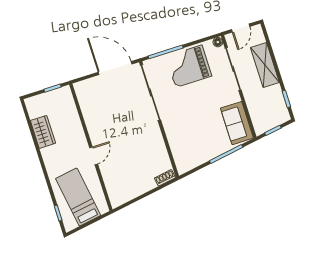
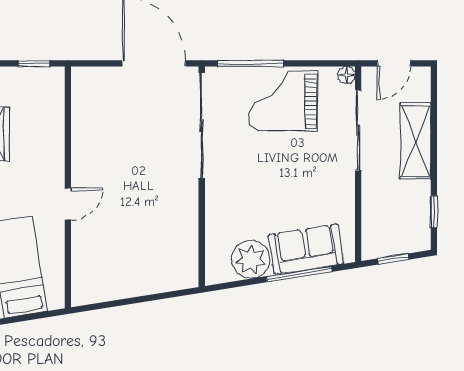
sofa: (237, 123) -> (306, 249), moved, turned 81
plant: (198, 154) -> (251, 259), added
shoe rack: (165, 178) -> (180, 281), removed

